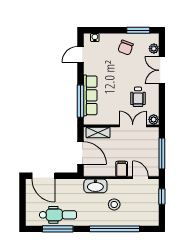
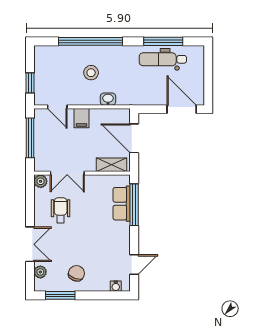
row of seats: (90, 95) -> (122, 204), width x0.68
washbasin: (95, 186) -> (108, 99), width x0.52, depth x0.69

